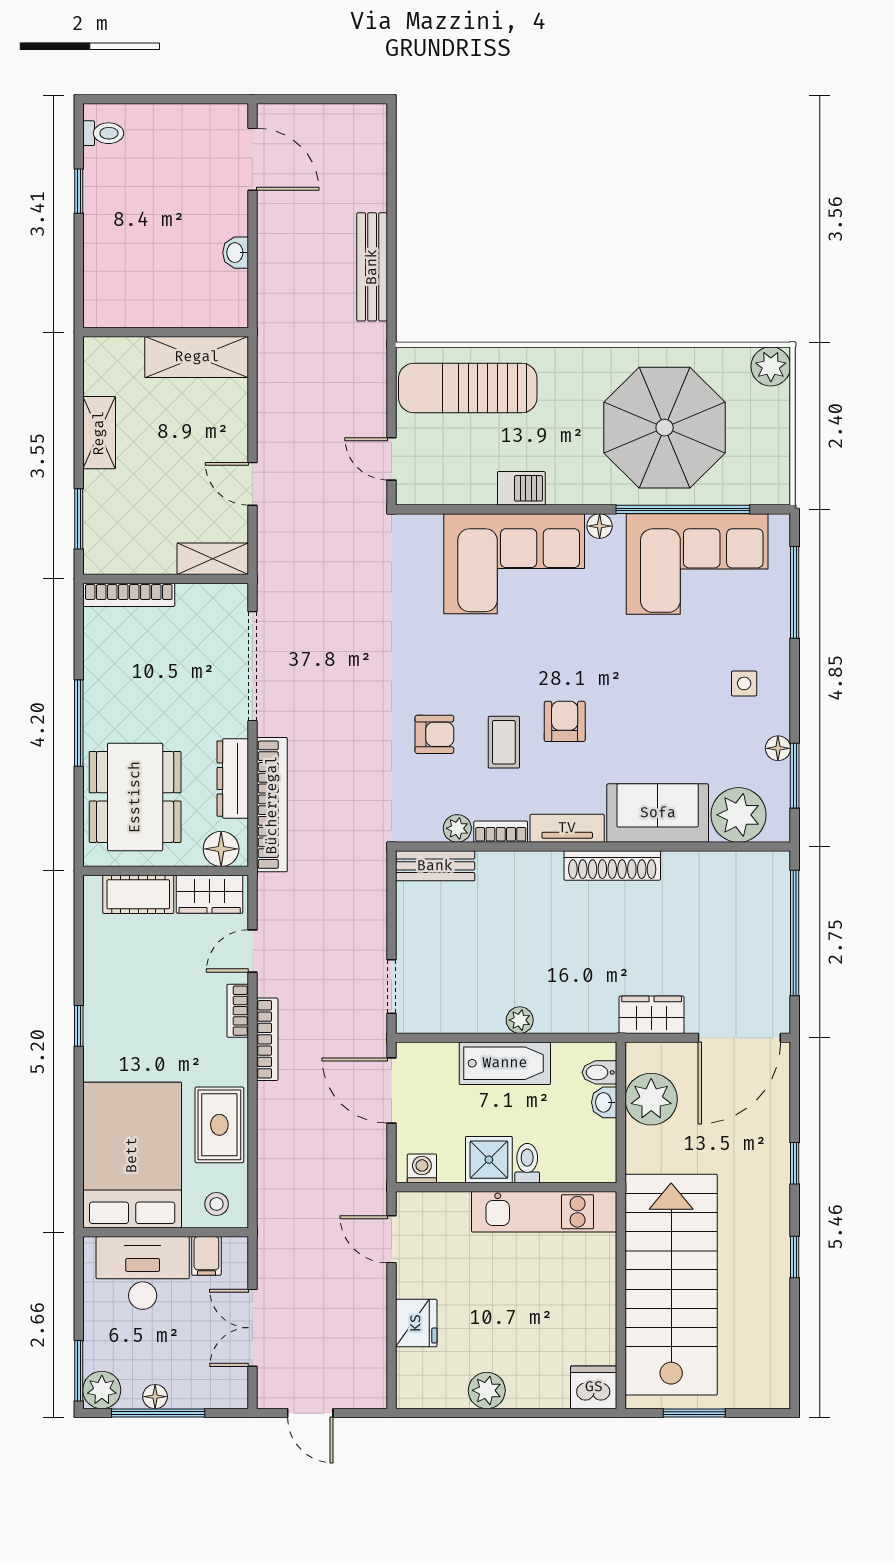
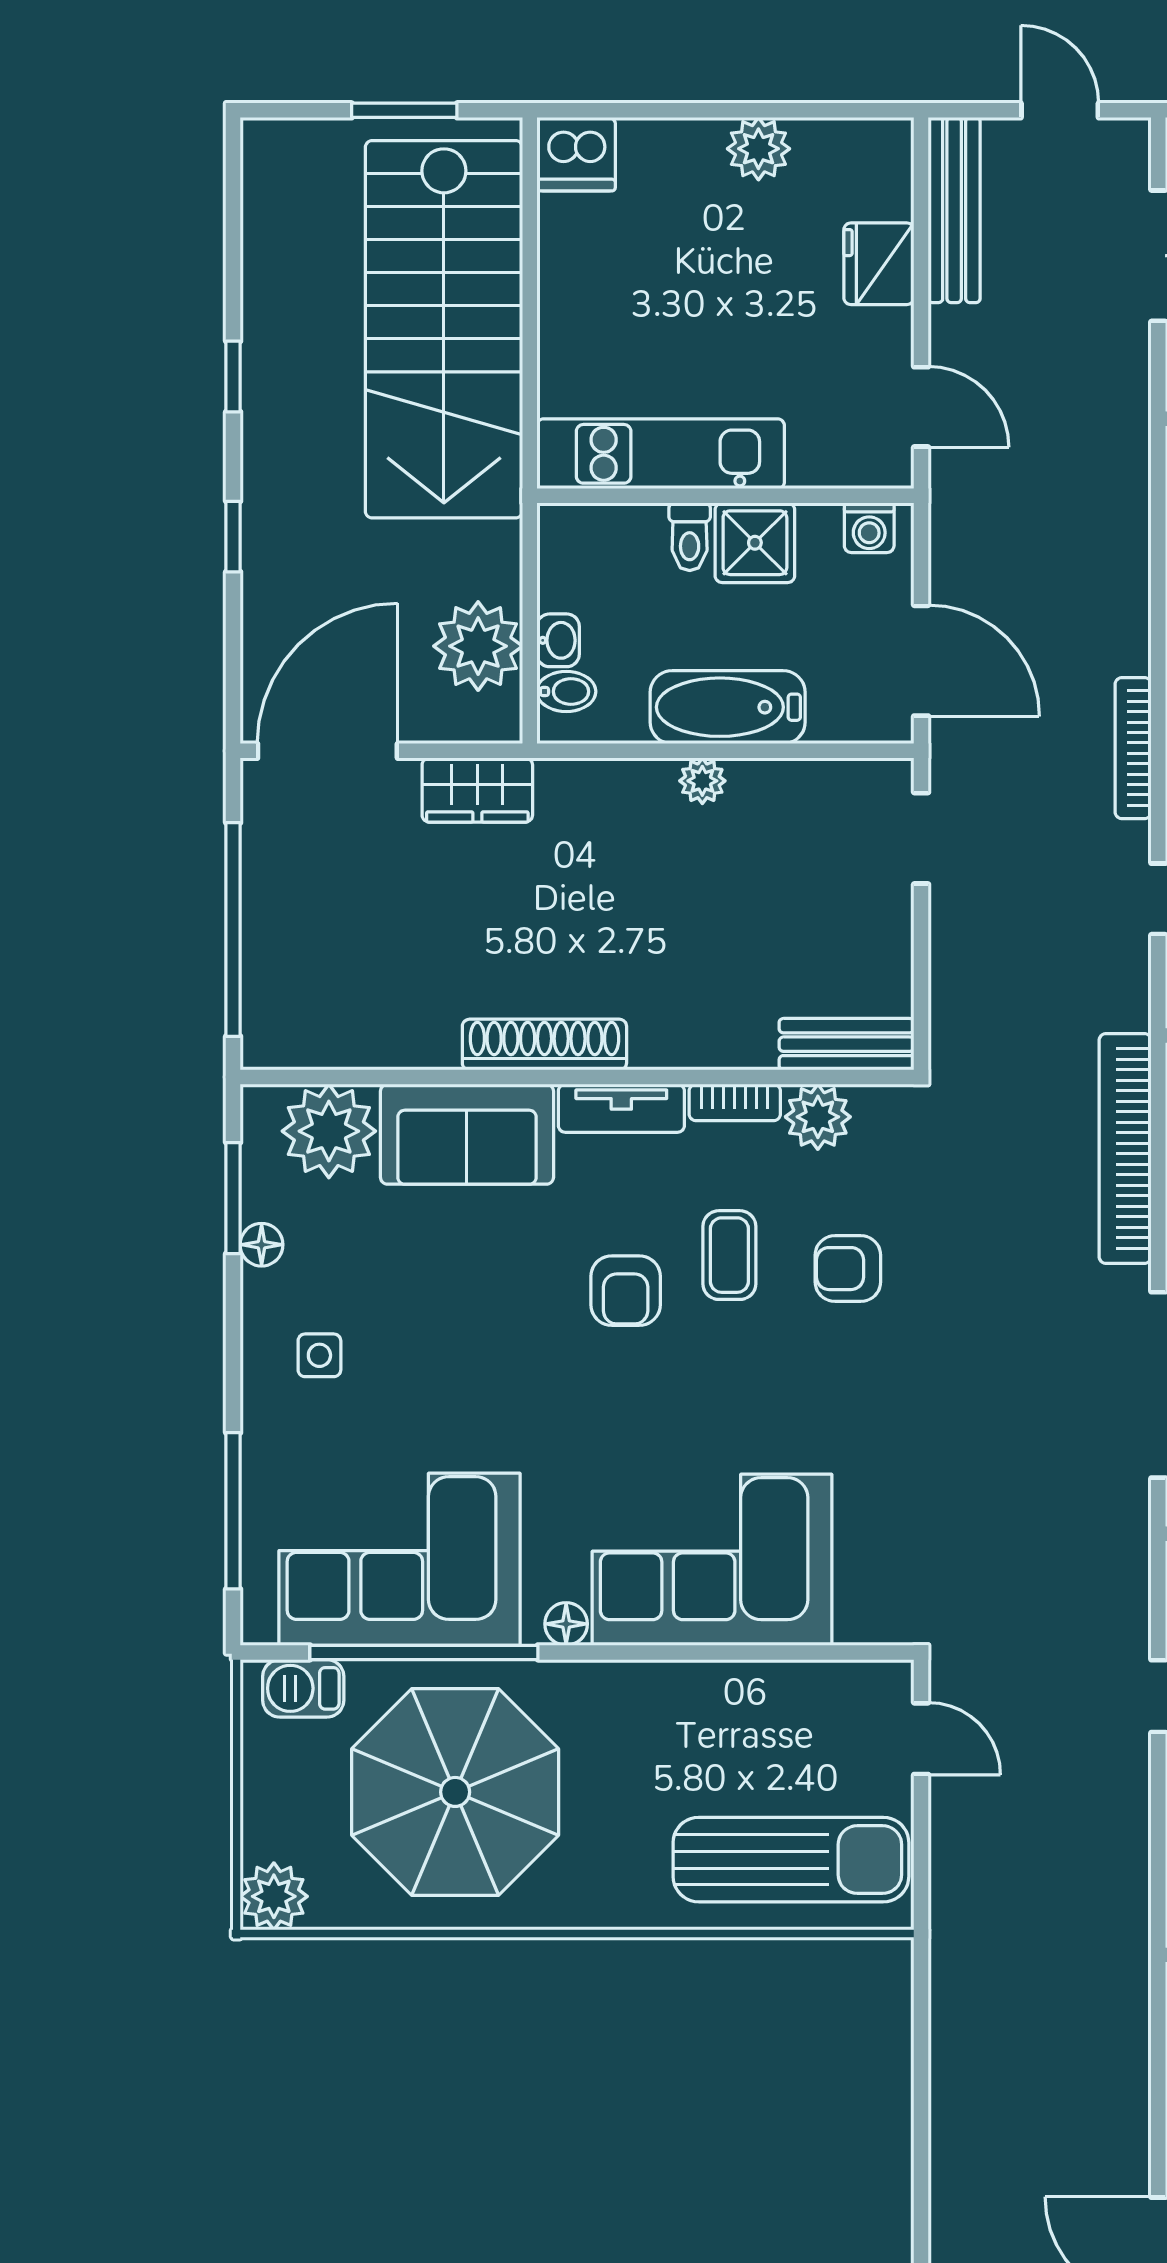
bench: (372, 267) -> (954, 210), moved
barbecue: (521, 488) -> (303, 1688), moved
plant: (457, 828) -> (818, 1117), width x1.38, depth x1.38

